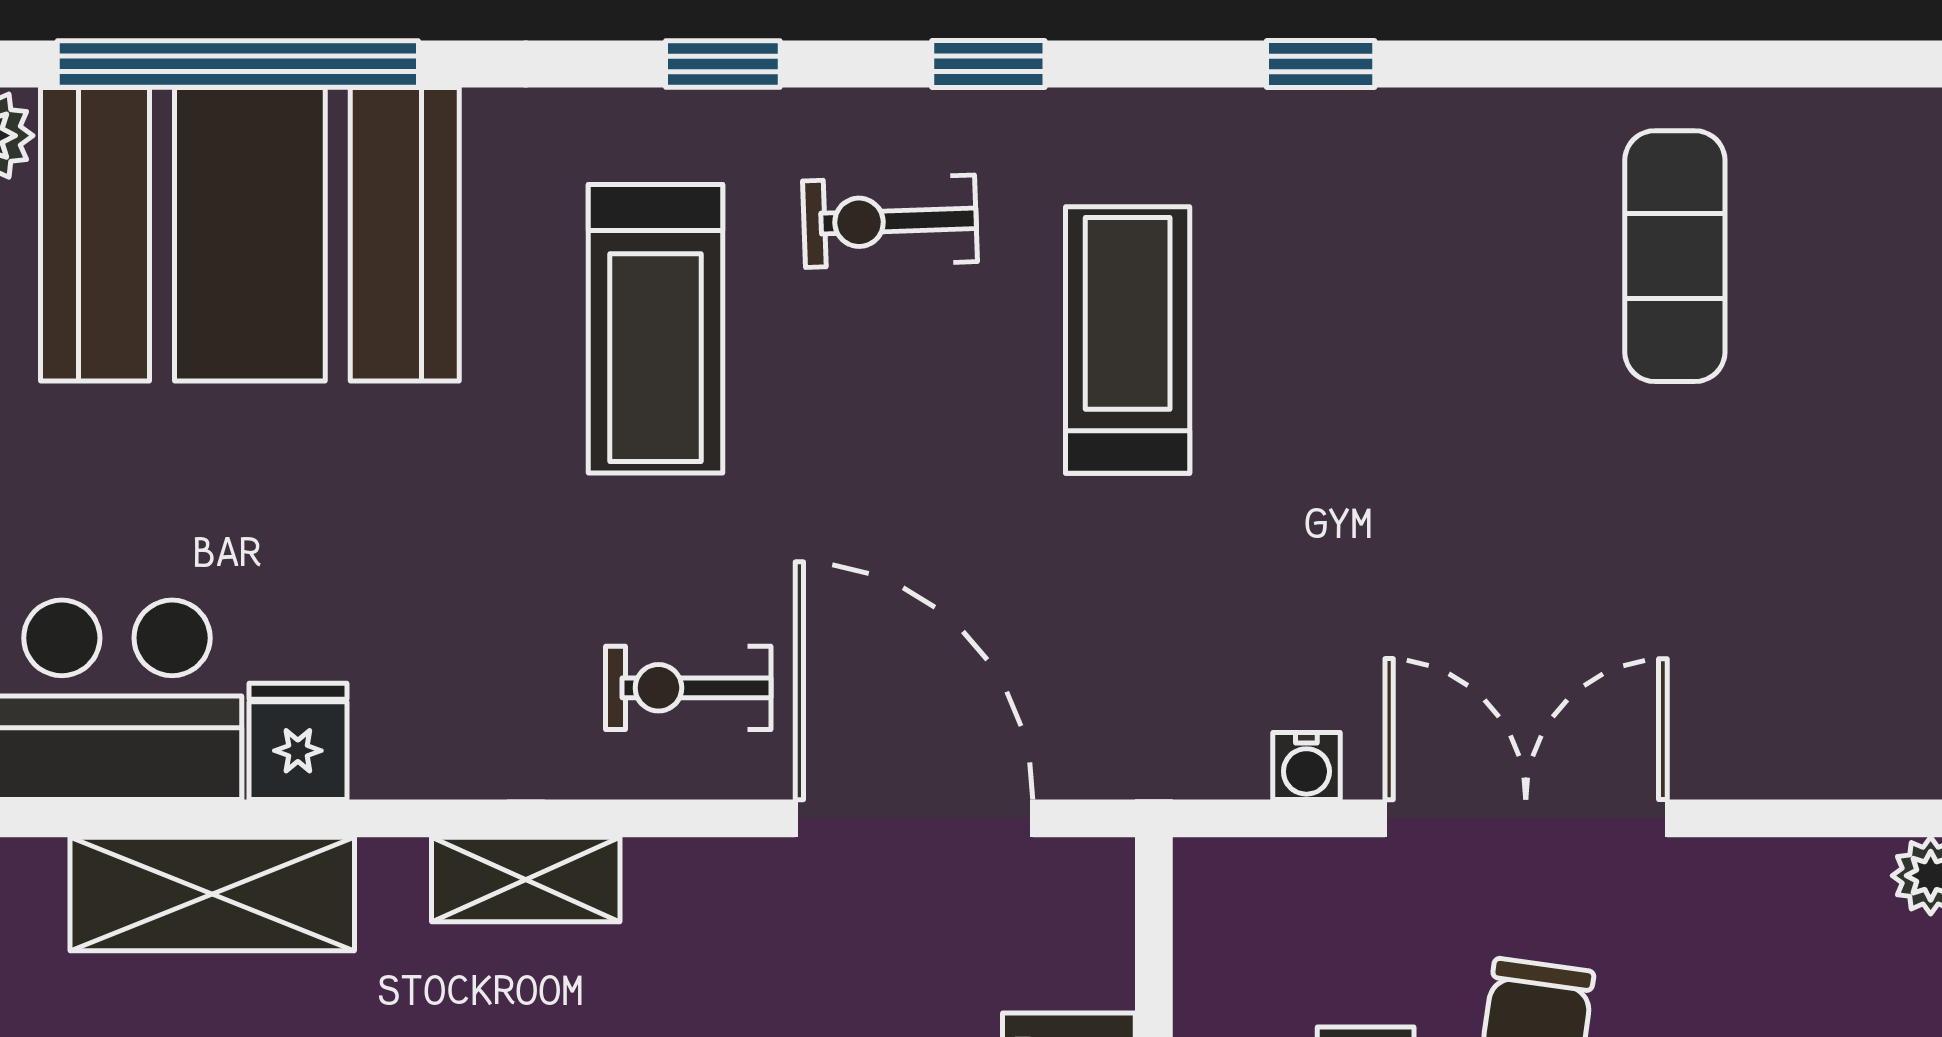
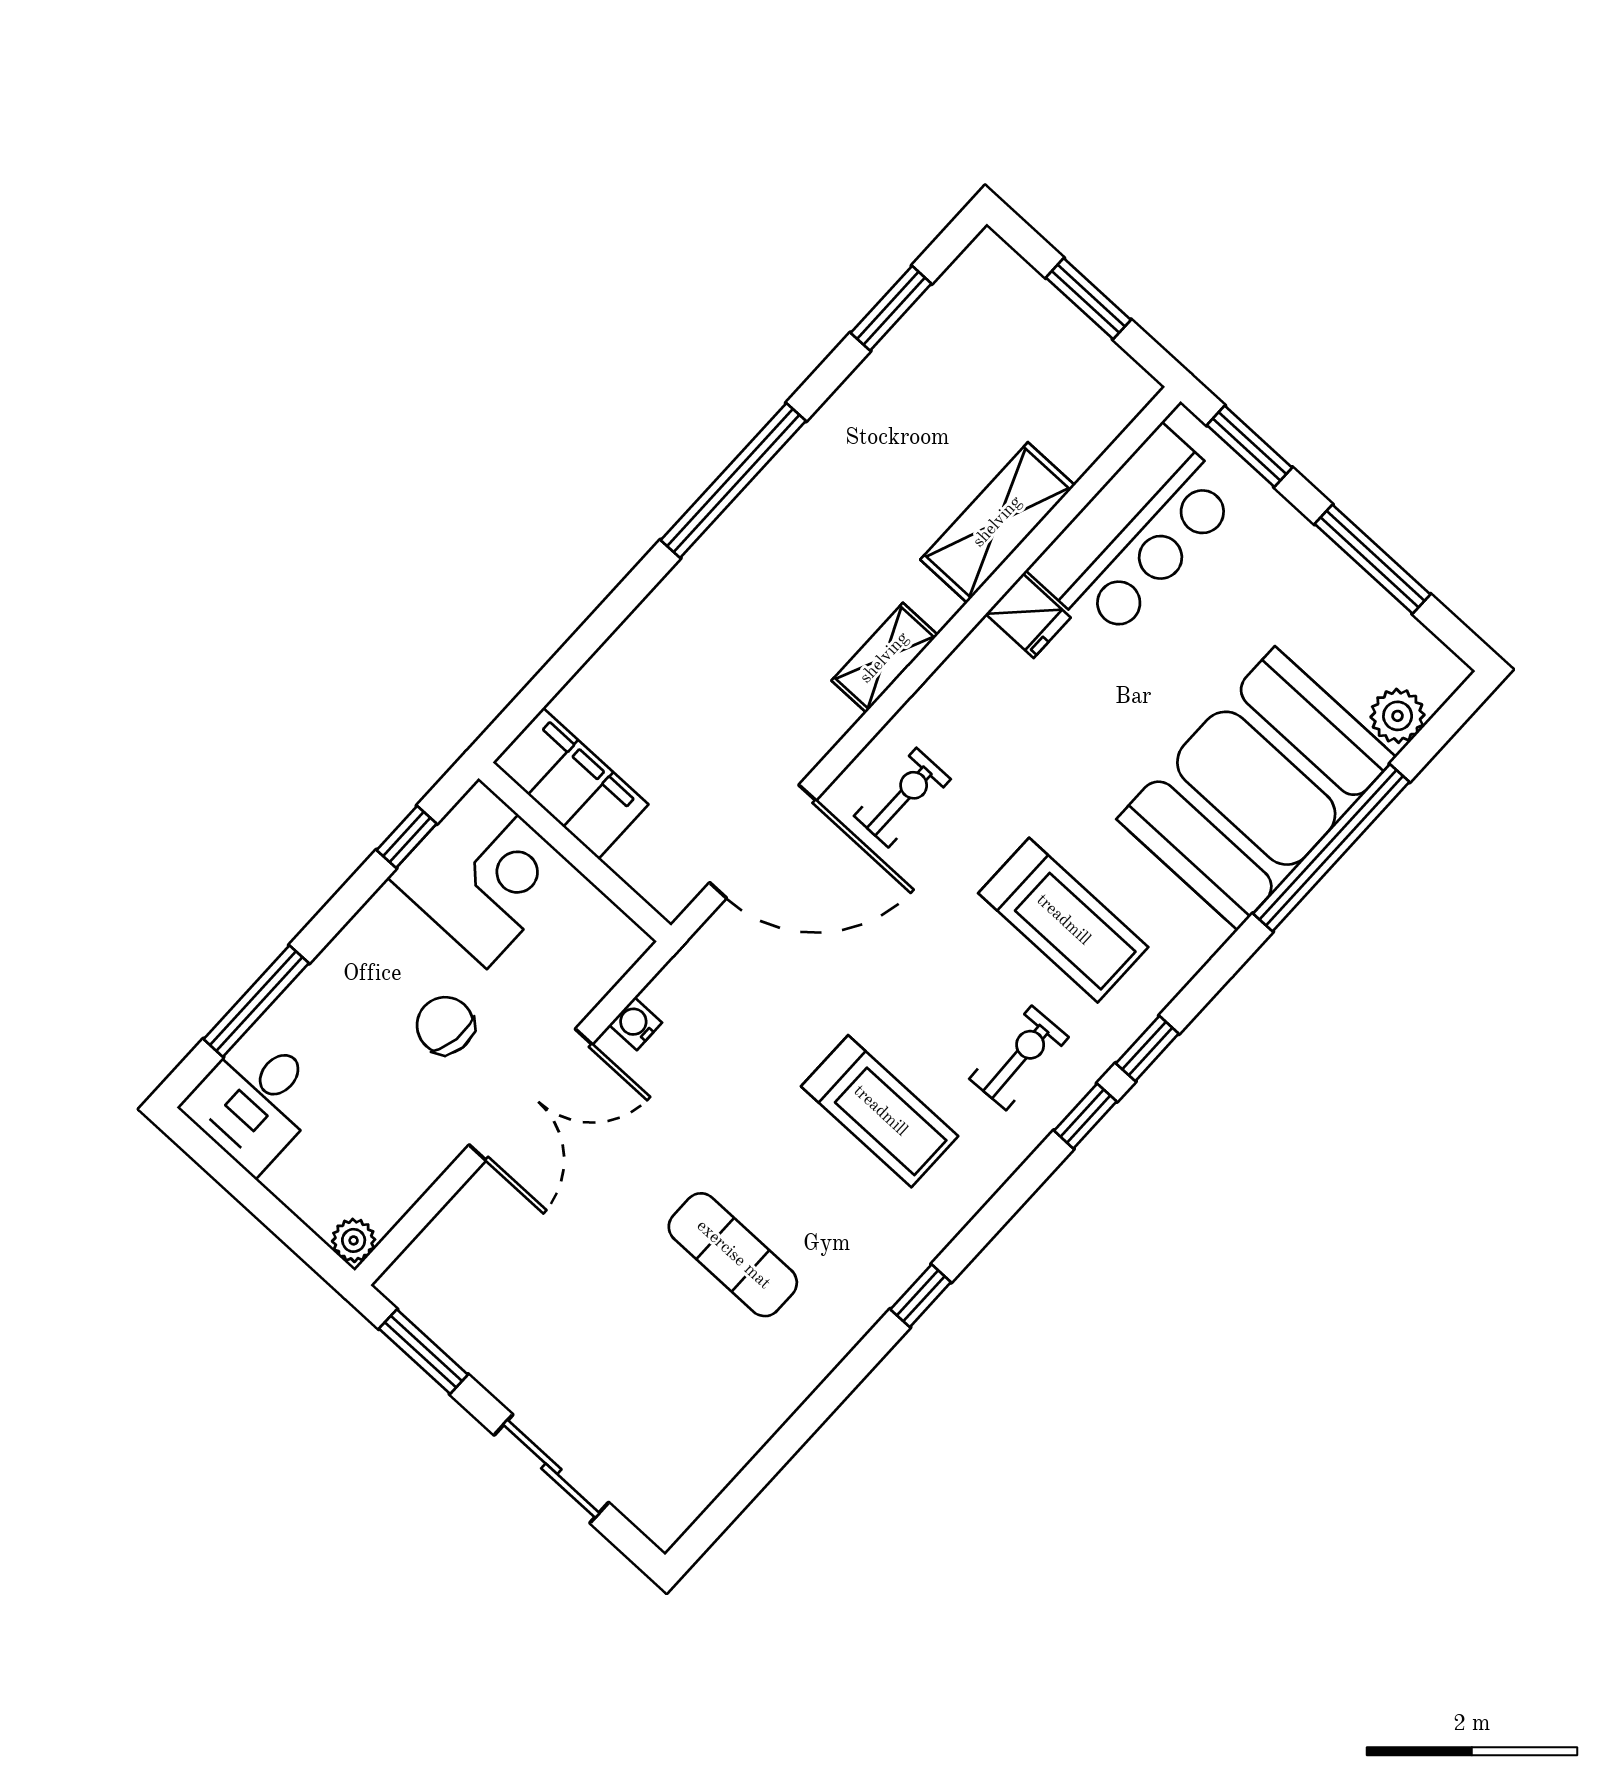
window: (988, 64) -> (1085, 1116), moved
exercise mat: (1675, 256) -> (733, 1255), moved
treadmill: (655, 329) -> (1063, 920), turned 180

